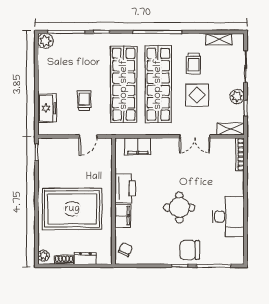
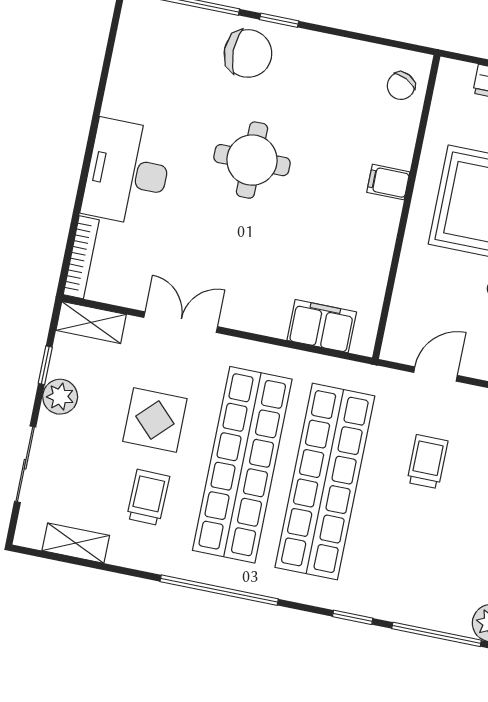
trolley: (84, 101) -> (427, 462), turned 180
printer: (125, 188) -> (372, 232), removed
filing cabinet: (123, 216) -> (388, 182), width x0.50
desk: (228, 217) -> (127, 172), moved

